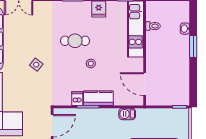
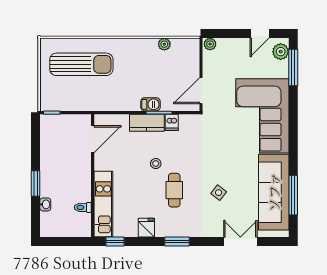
cafe table: (75, 41) -> (174, 190), turned 90
side table: (36, 65) -> (219, 193), moved
door: (145, 84) -> (93, 139), hinge flipped
barbecue: (127, 114) -> (150, 104), moved

